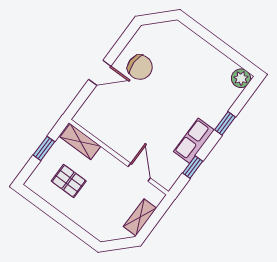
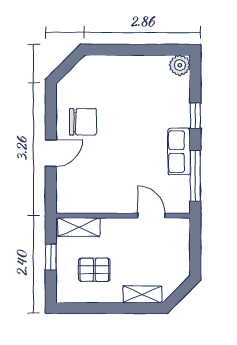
window: (193, 167) -> (195, 176), width x2.17
shelving: (140, 217) -> (142, 294), moved, turned 90

